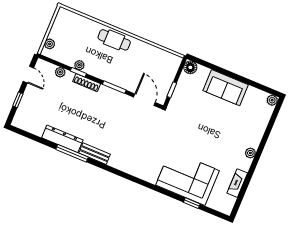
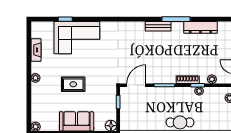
door: (144, 100) -> (136, 85), swing flipped
rug: (212, 129) -> (73, 84), added
dresser: (62, 139) -> (200, 27), moved

